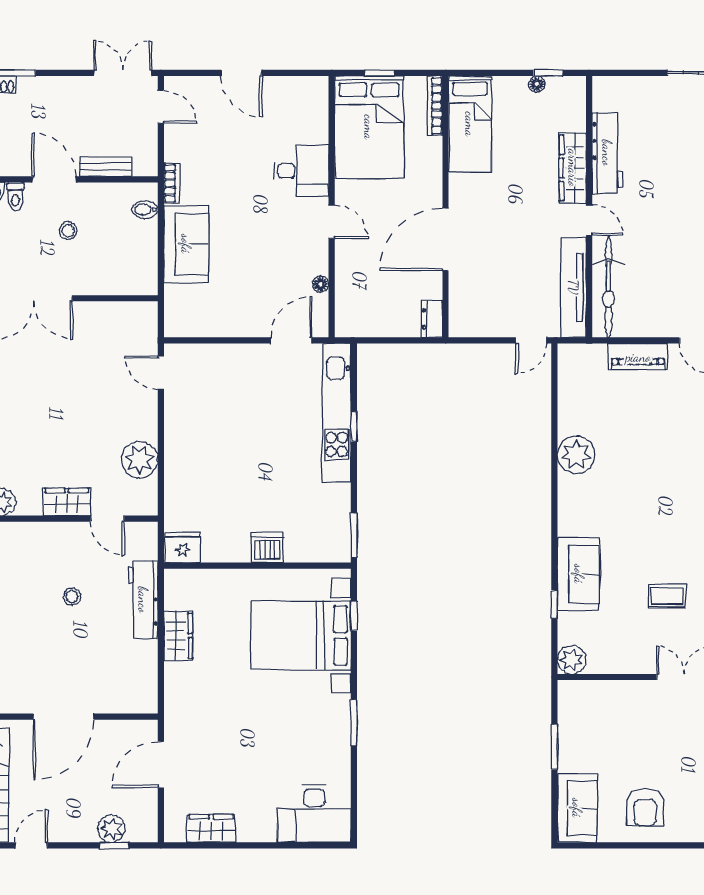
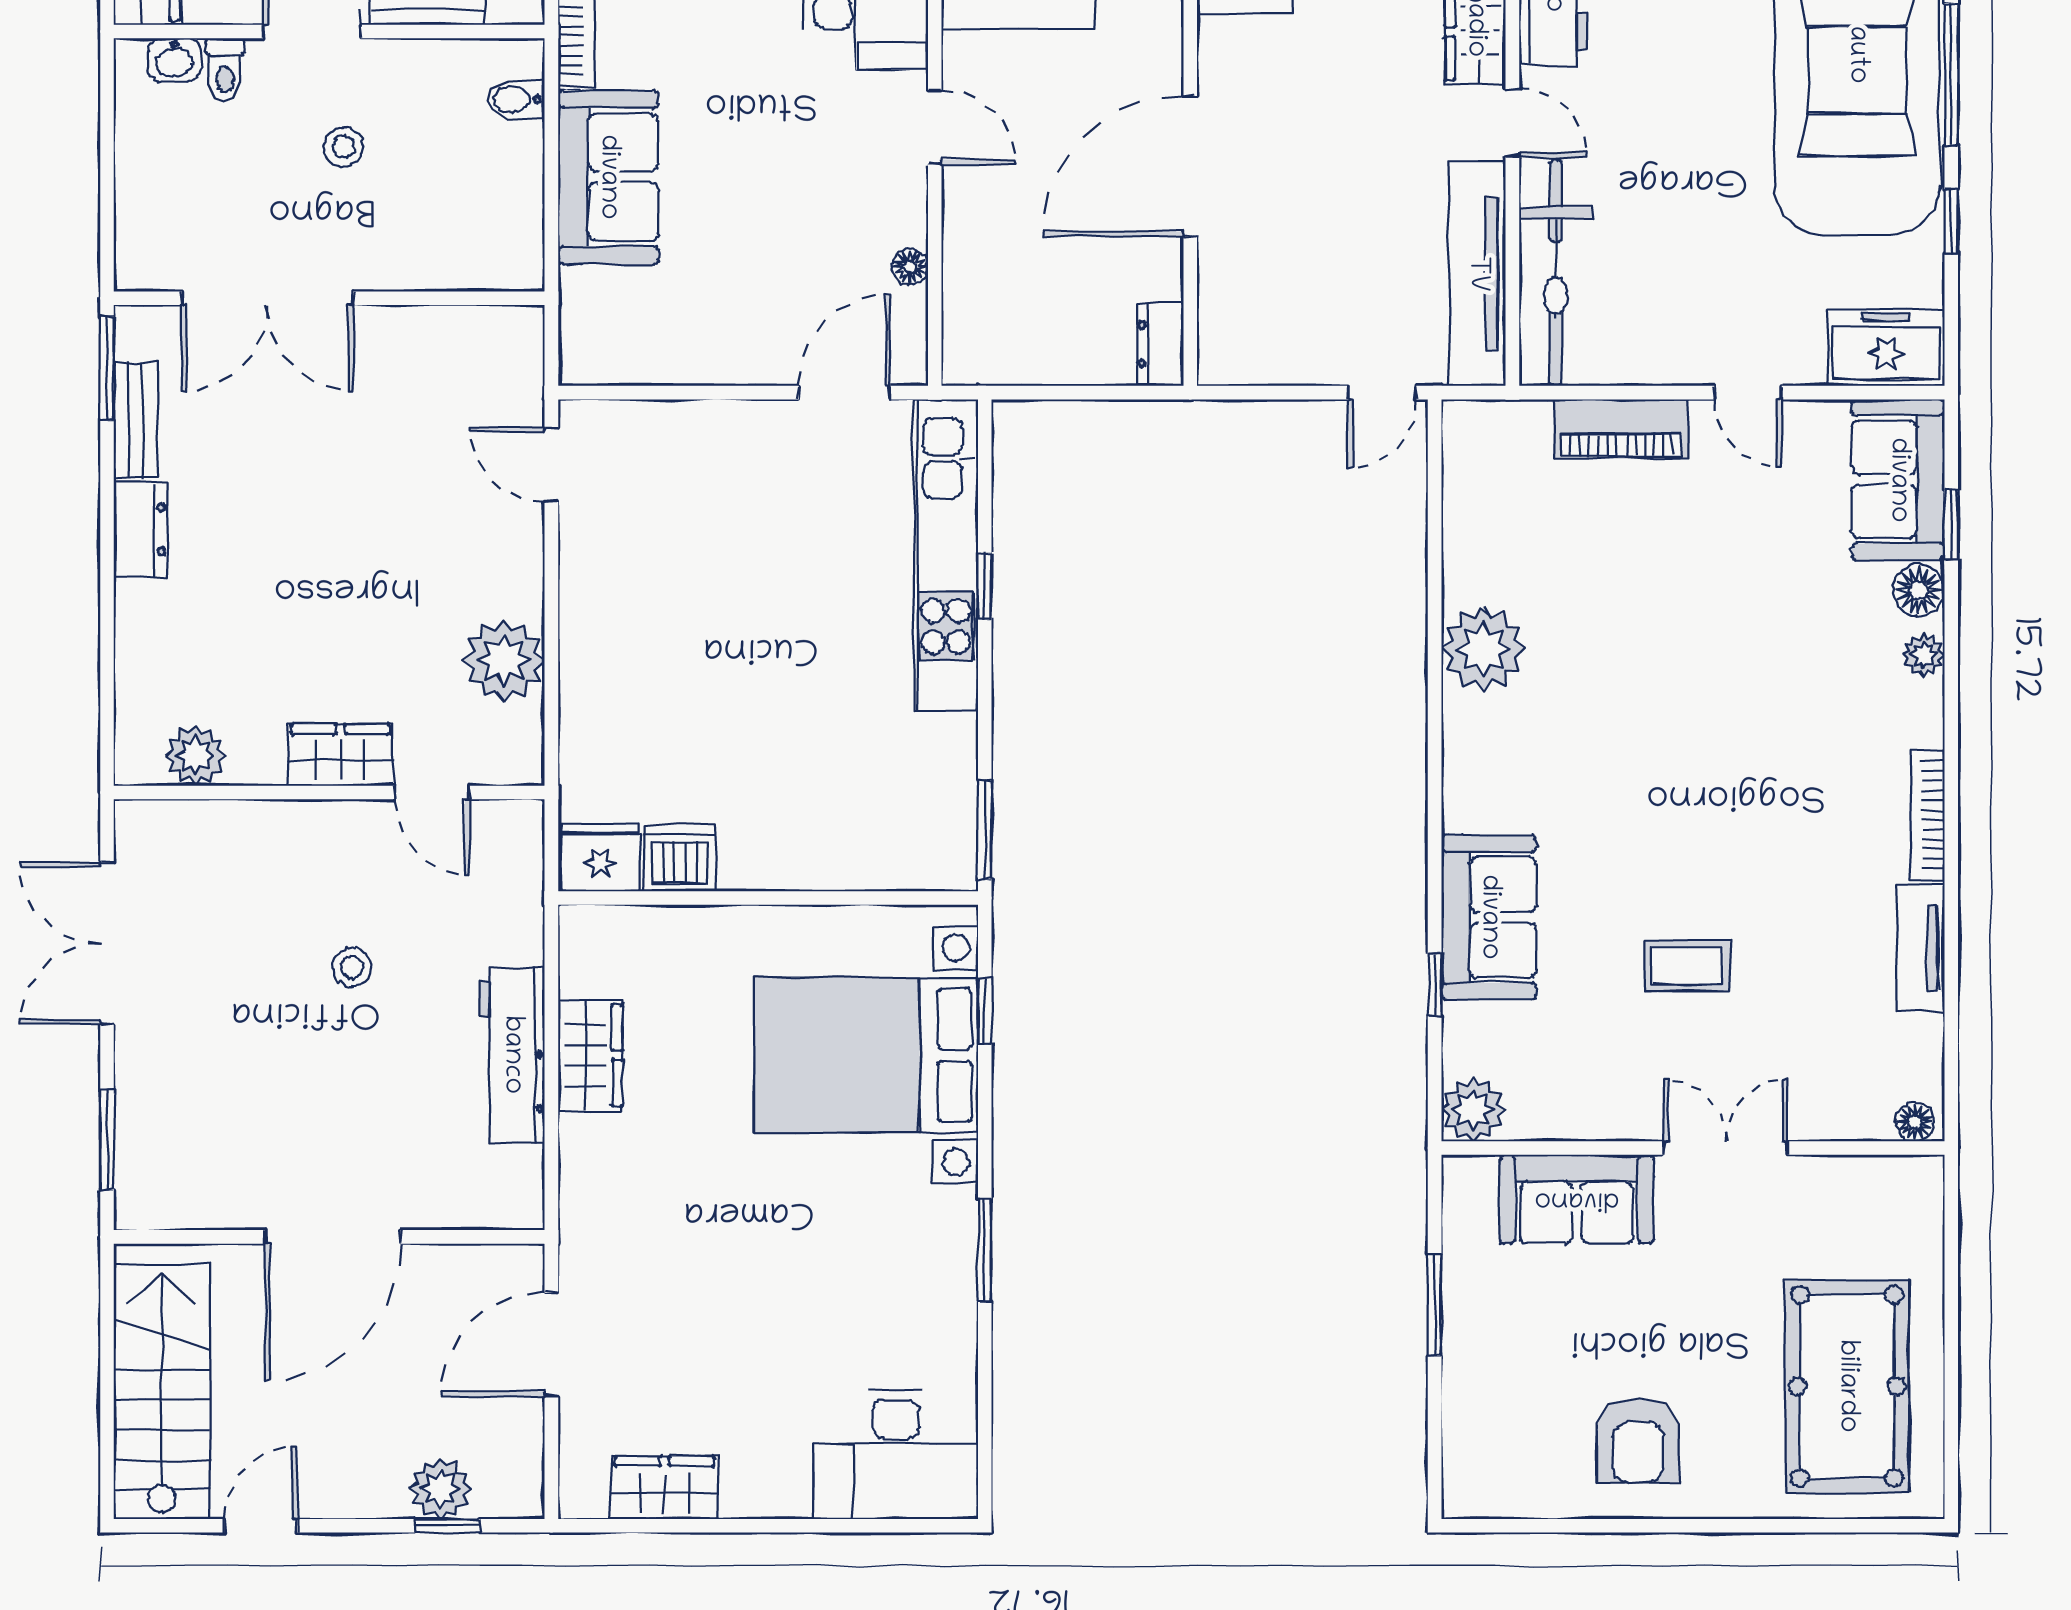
dishwasher: (267, 548) -> (680, 858), moved
workbench: (143, 600) -> (512, 1055), moved
sofa: (577, 808) -> (1577, 1199), moved, turned 90

